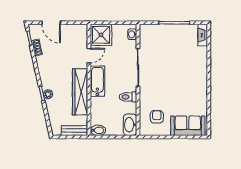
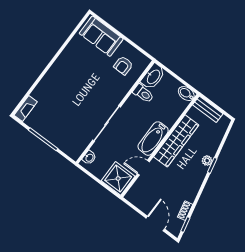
toilet: (128, 97) -> (143, 94), moved

